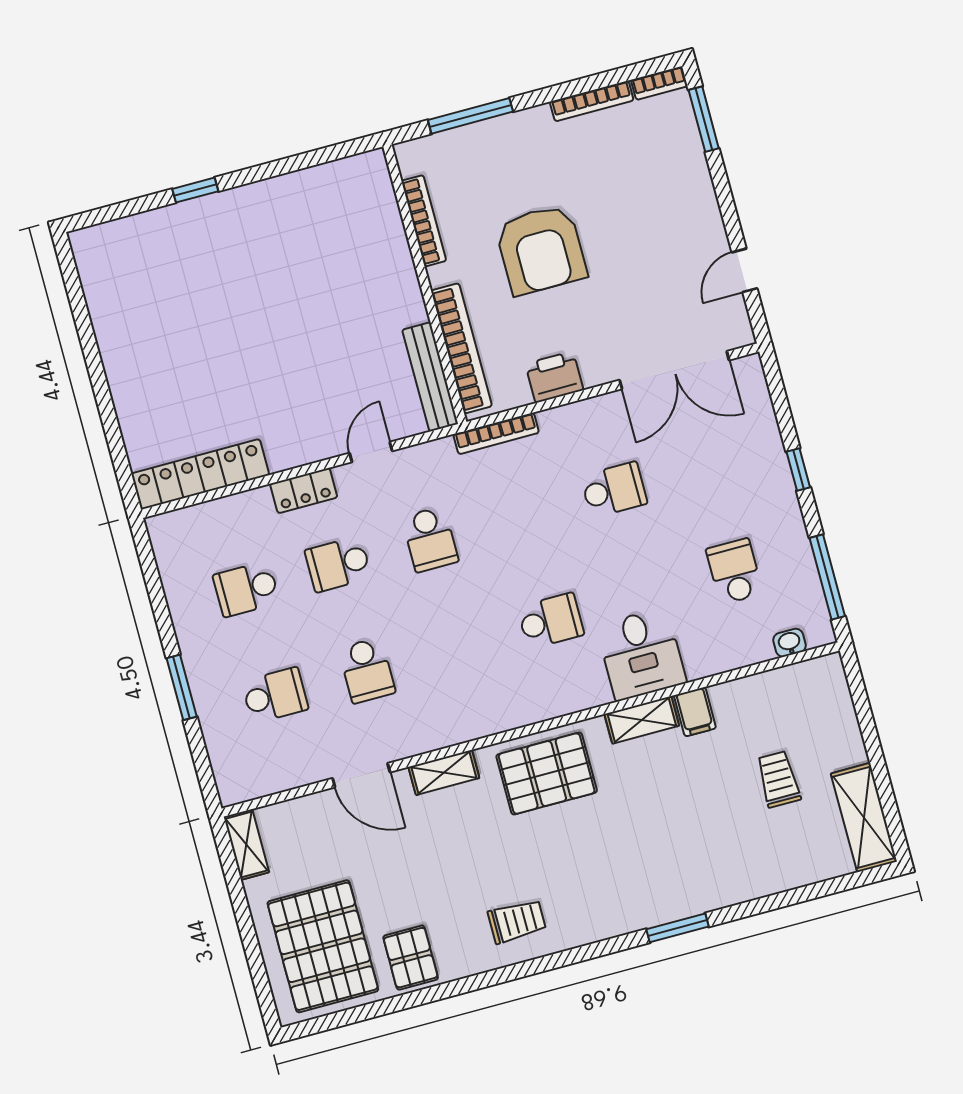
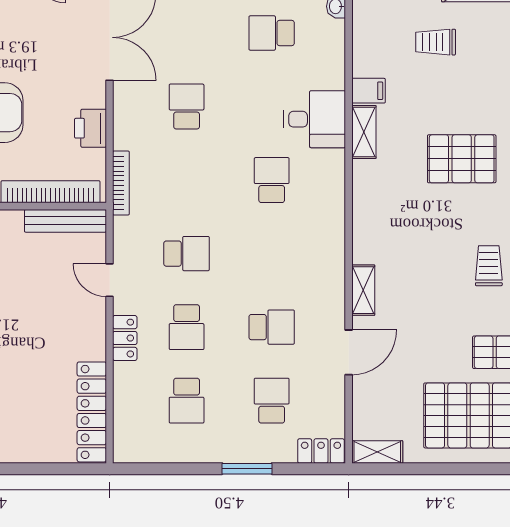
locker: (229, 774) -> (321, 451), added
pallet: (547, 774) -> (462, 159), moved, turned 90

